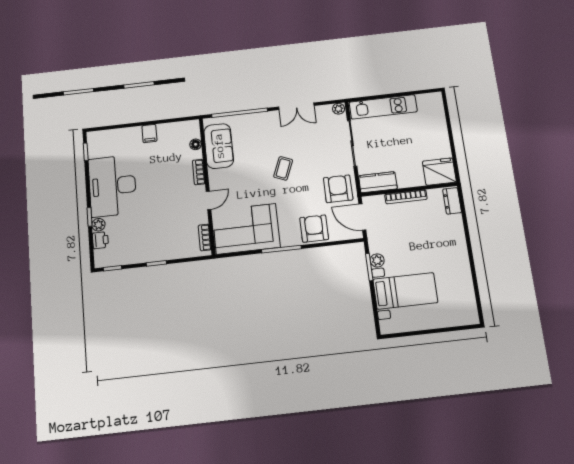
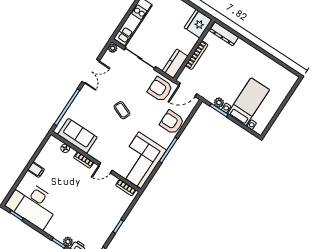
desk: (112, 186) -> (33, 204), moved
door: (208, 200) -> (105, 168), swing flipped
dresser: (452, 201) -> (224, 34), width x1.44

